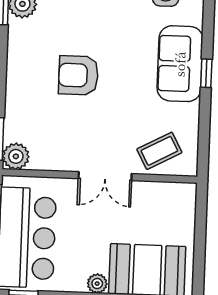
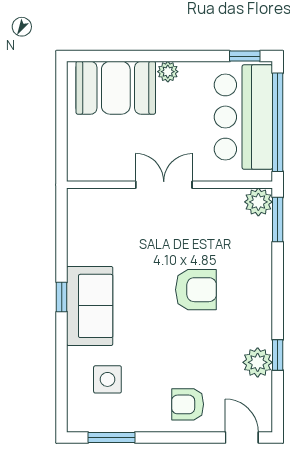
coffee table: (159, 151) -> (108, 214), removed

